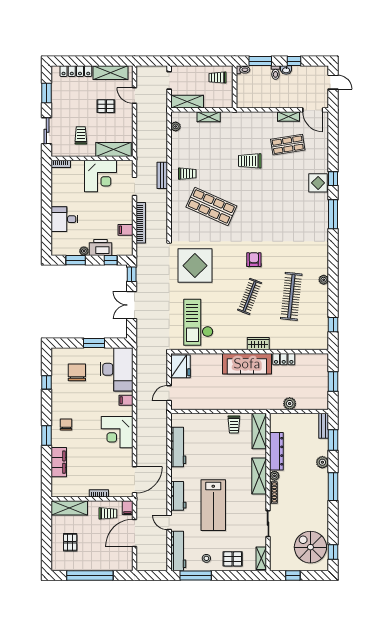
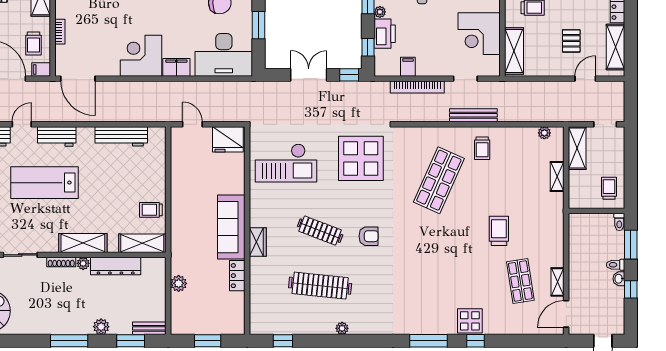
bench: (162, 175) -> (473, 115), width x1.36
checkout: (198, 322) -> (286, 163), turned 180
filing cabinet: (126, 400) -> (176, 67), width x2.00

